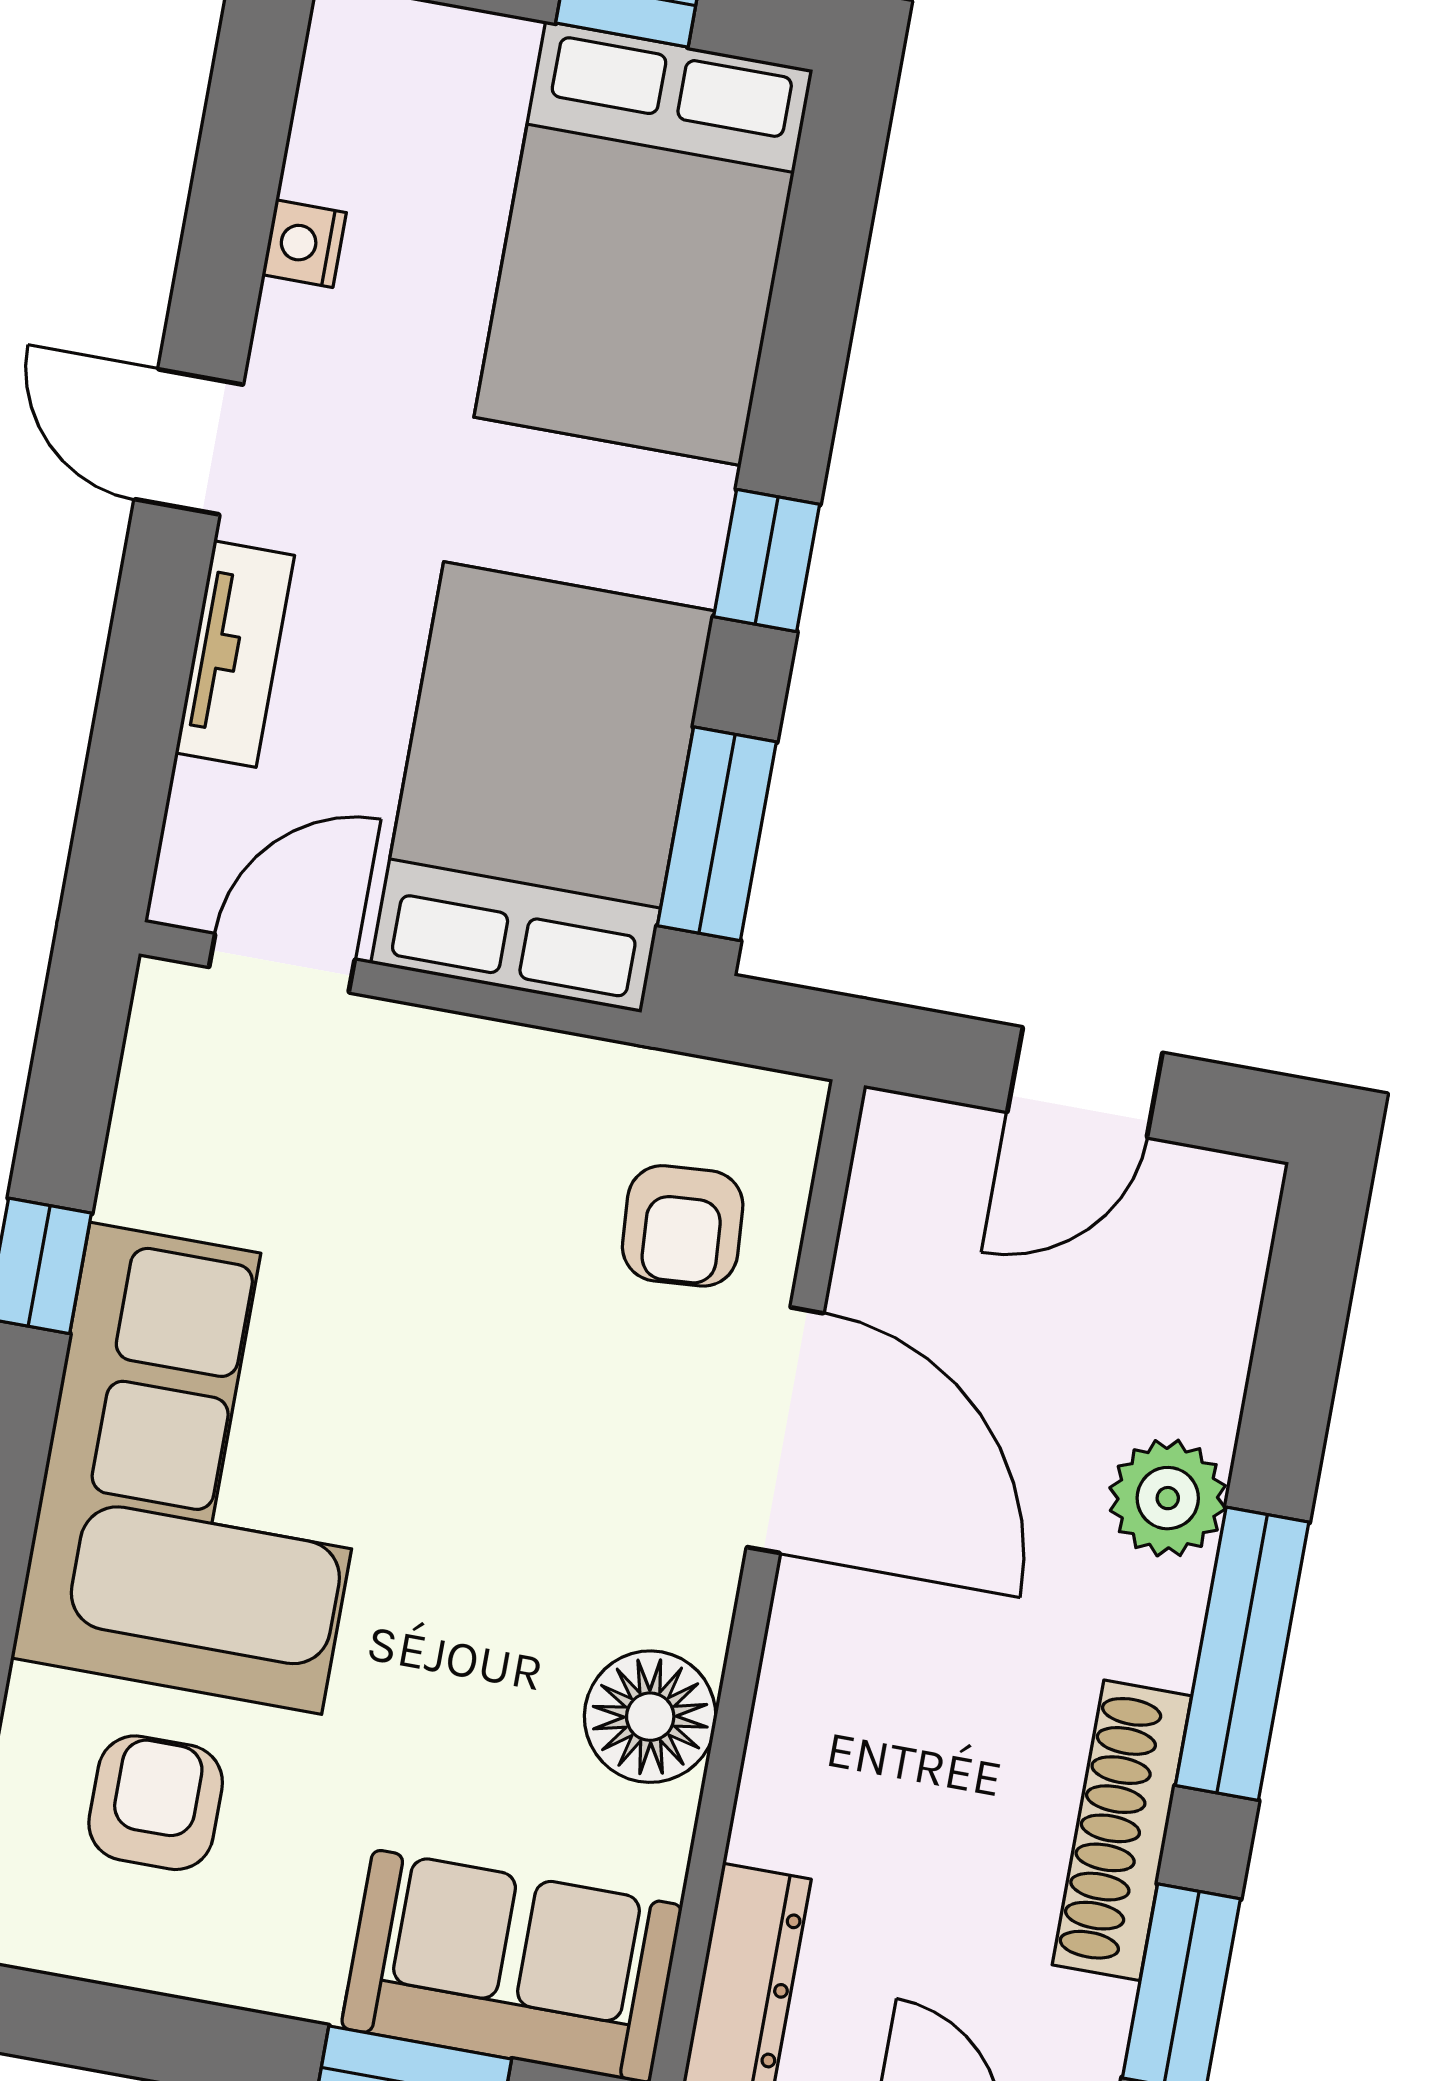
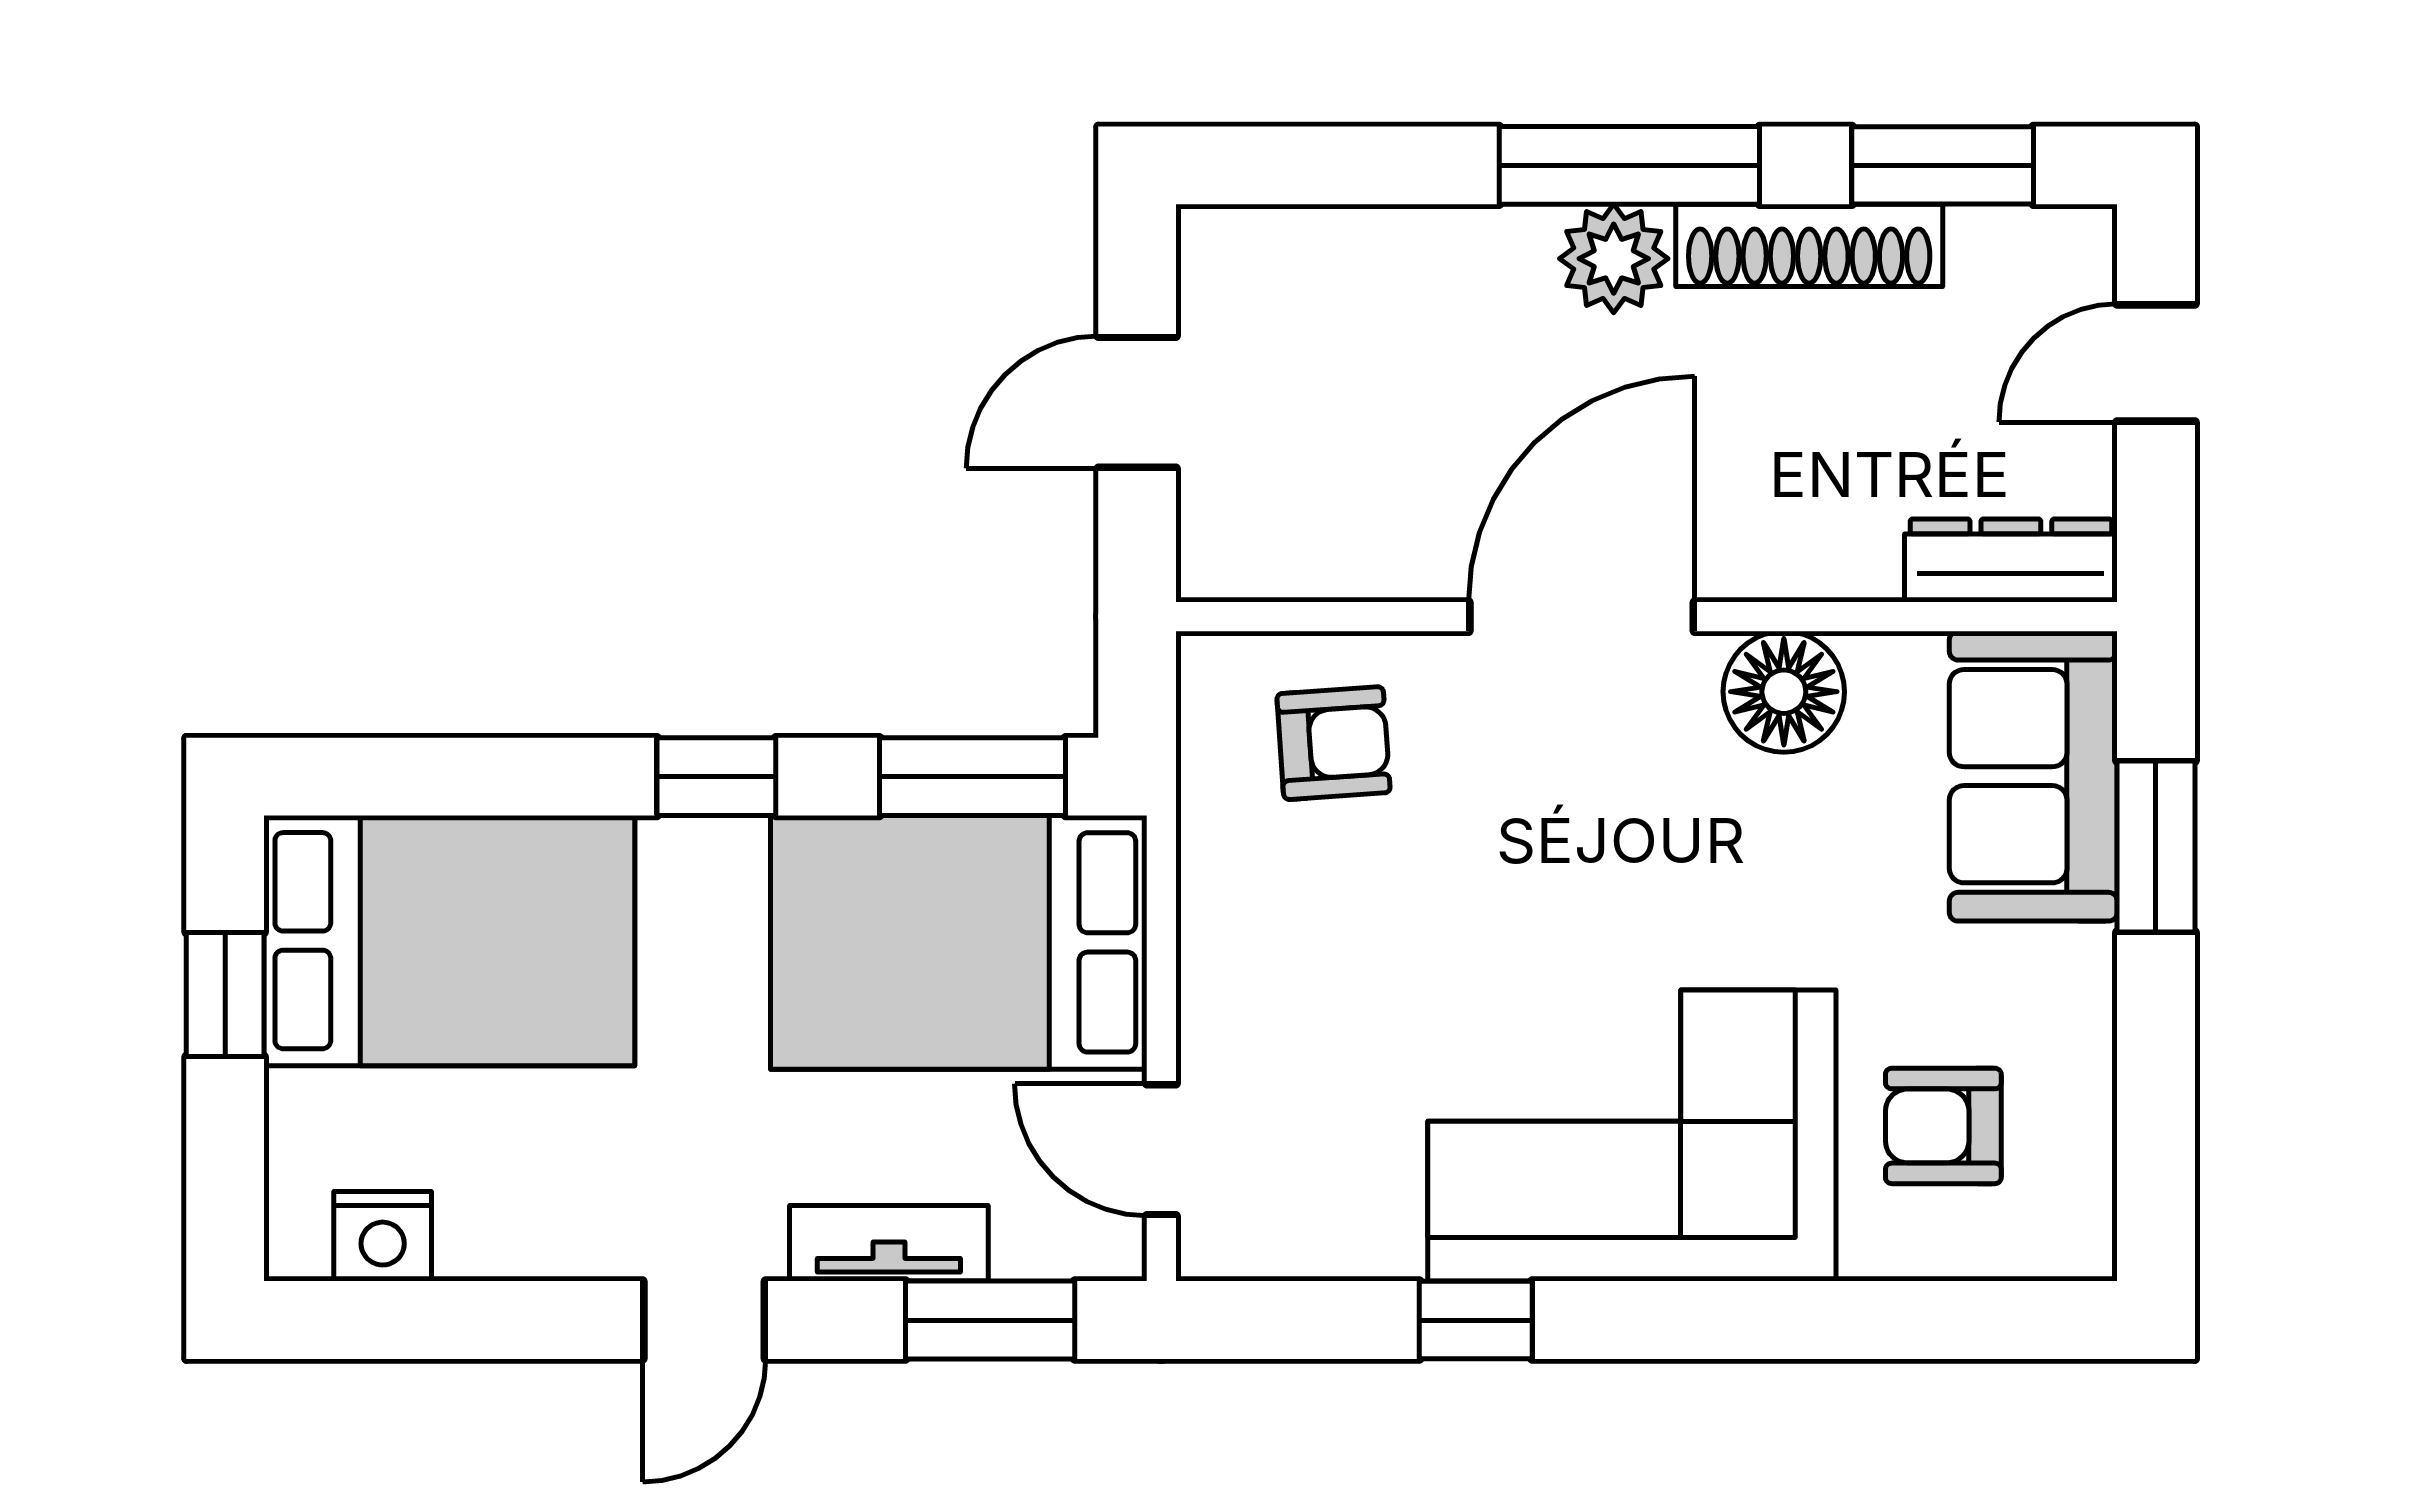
nightstand: (304, 244) -> (383, 1236), moved, width x1.39, depth x1.35
window: (133, 747) -> (990, 1320), added
door: (1085, 1082) -> (1137, 402), swing flipped
door: (785, 1430) -> (1582, 617), moved
plant: (1168, 1498) -> (1614, 259), moved

